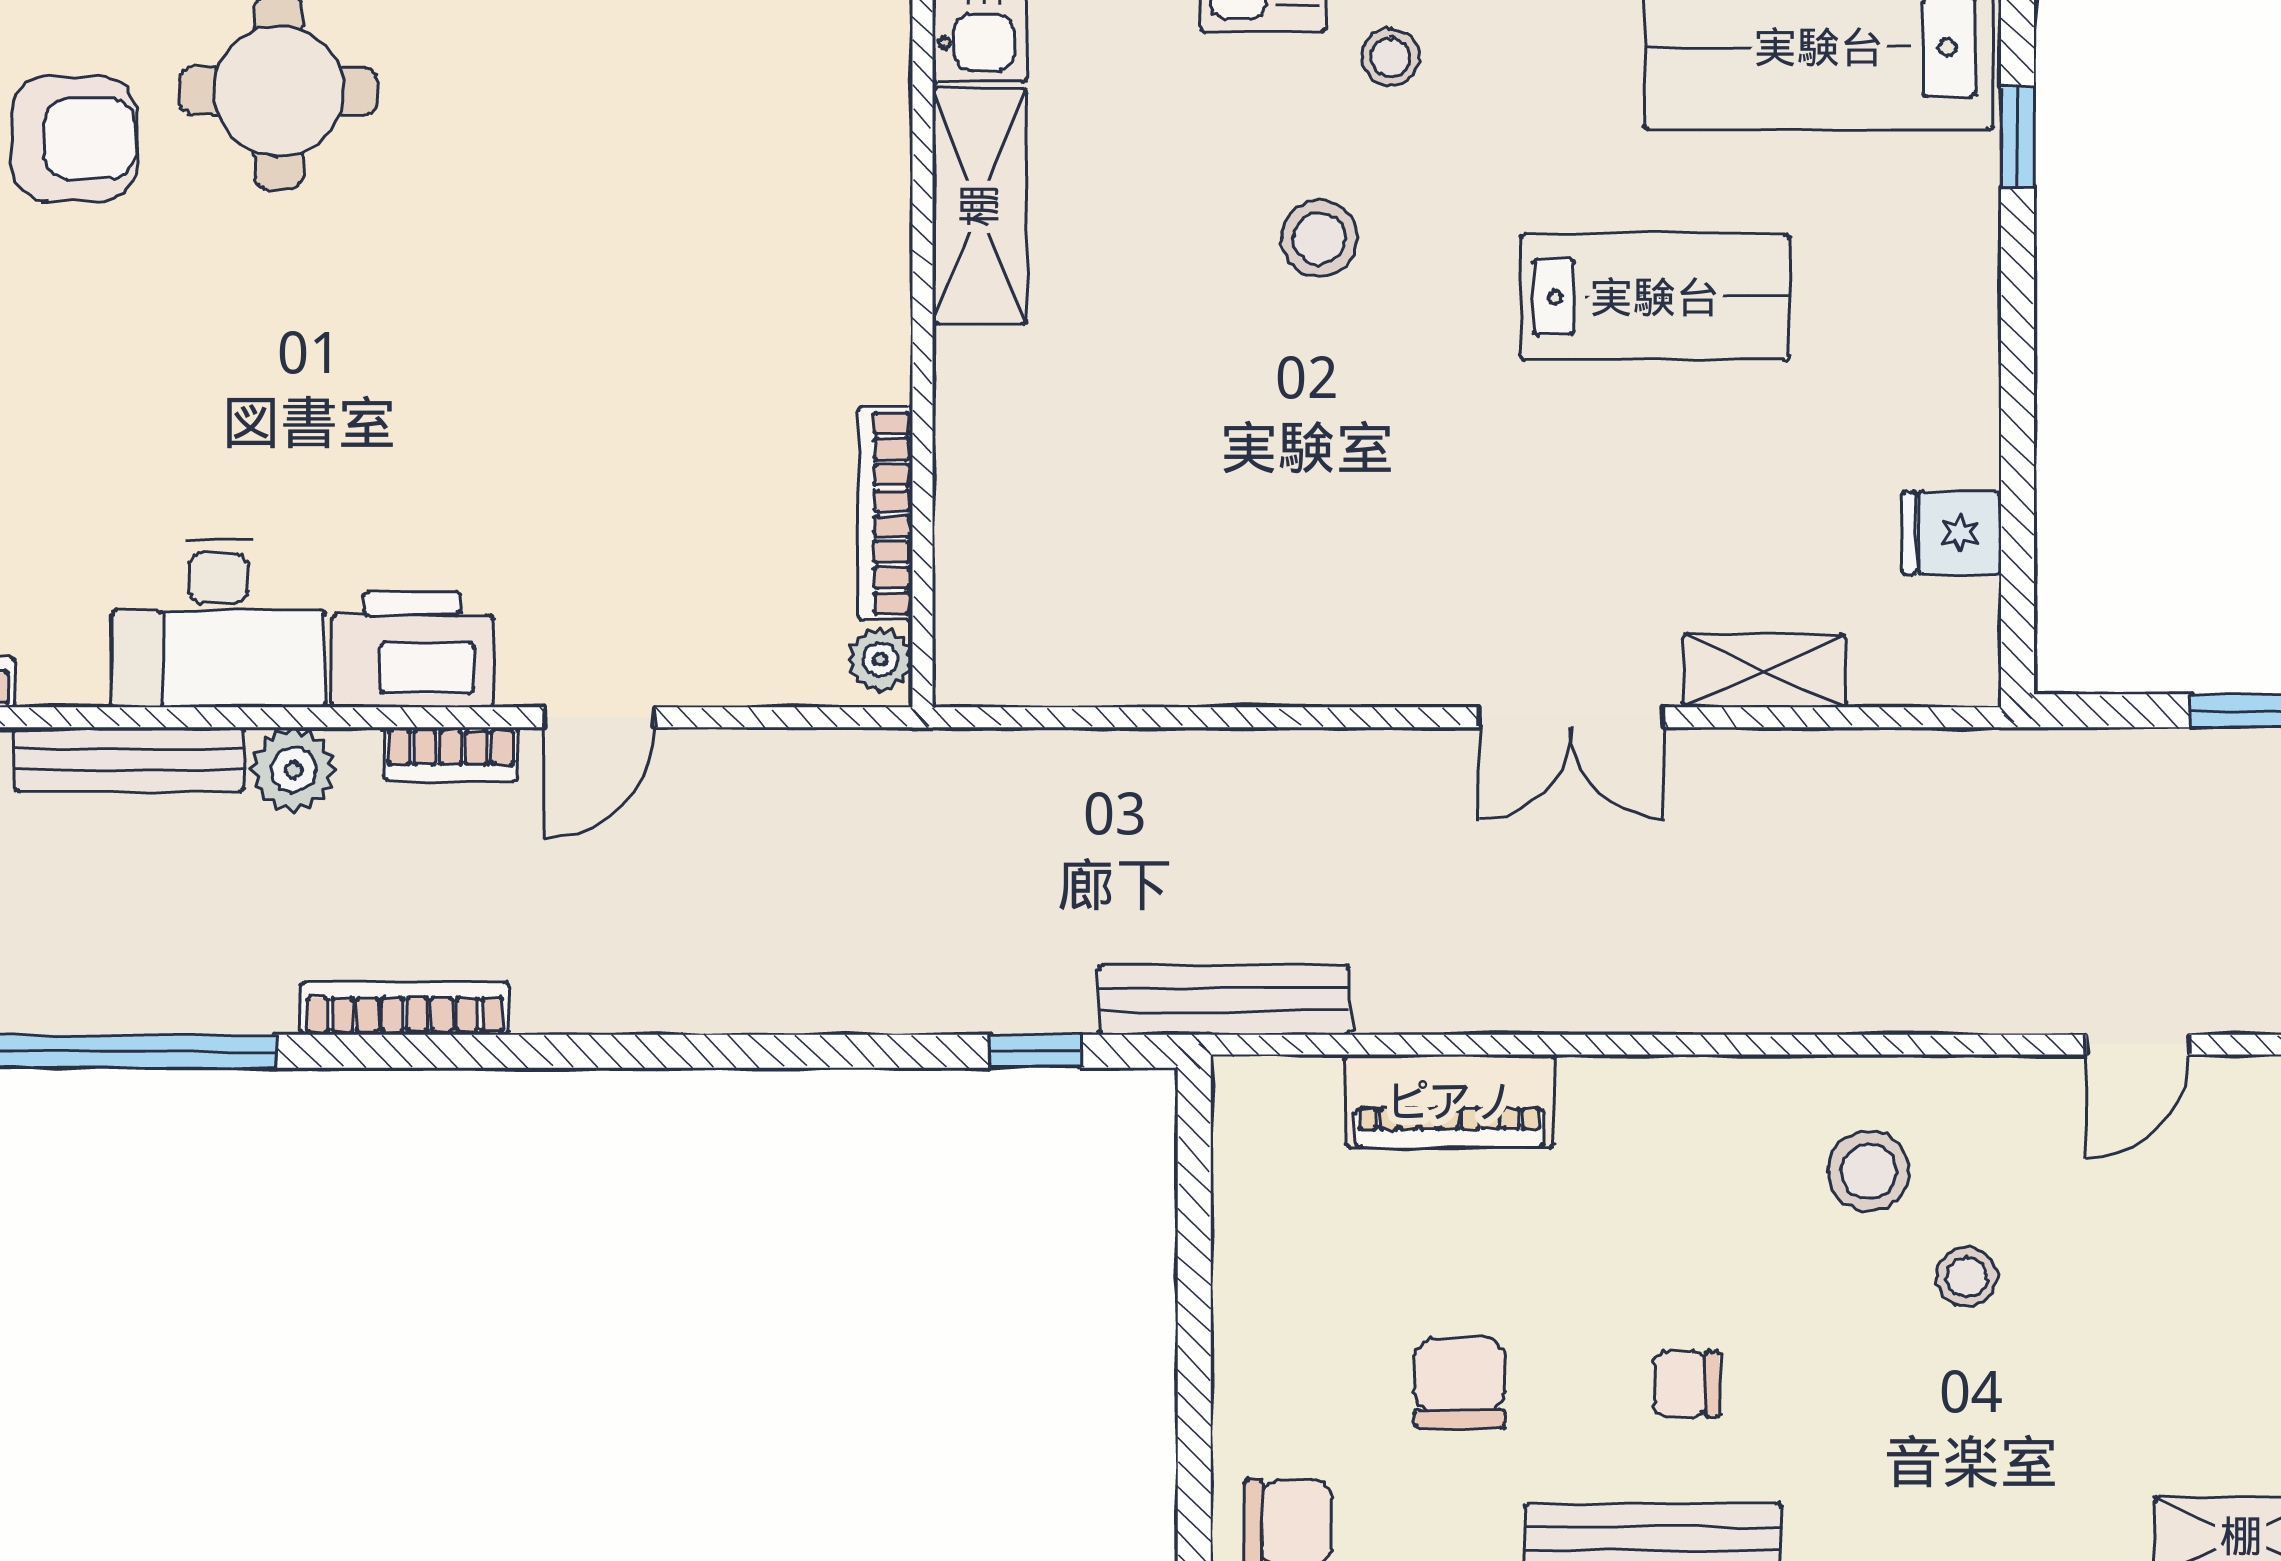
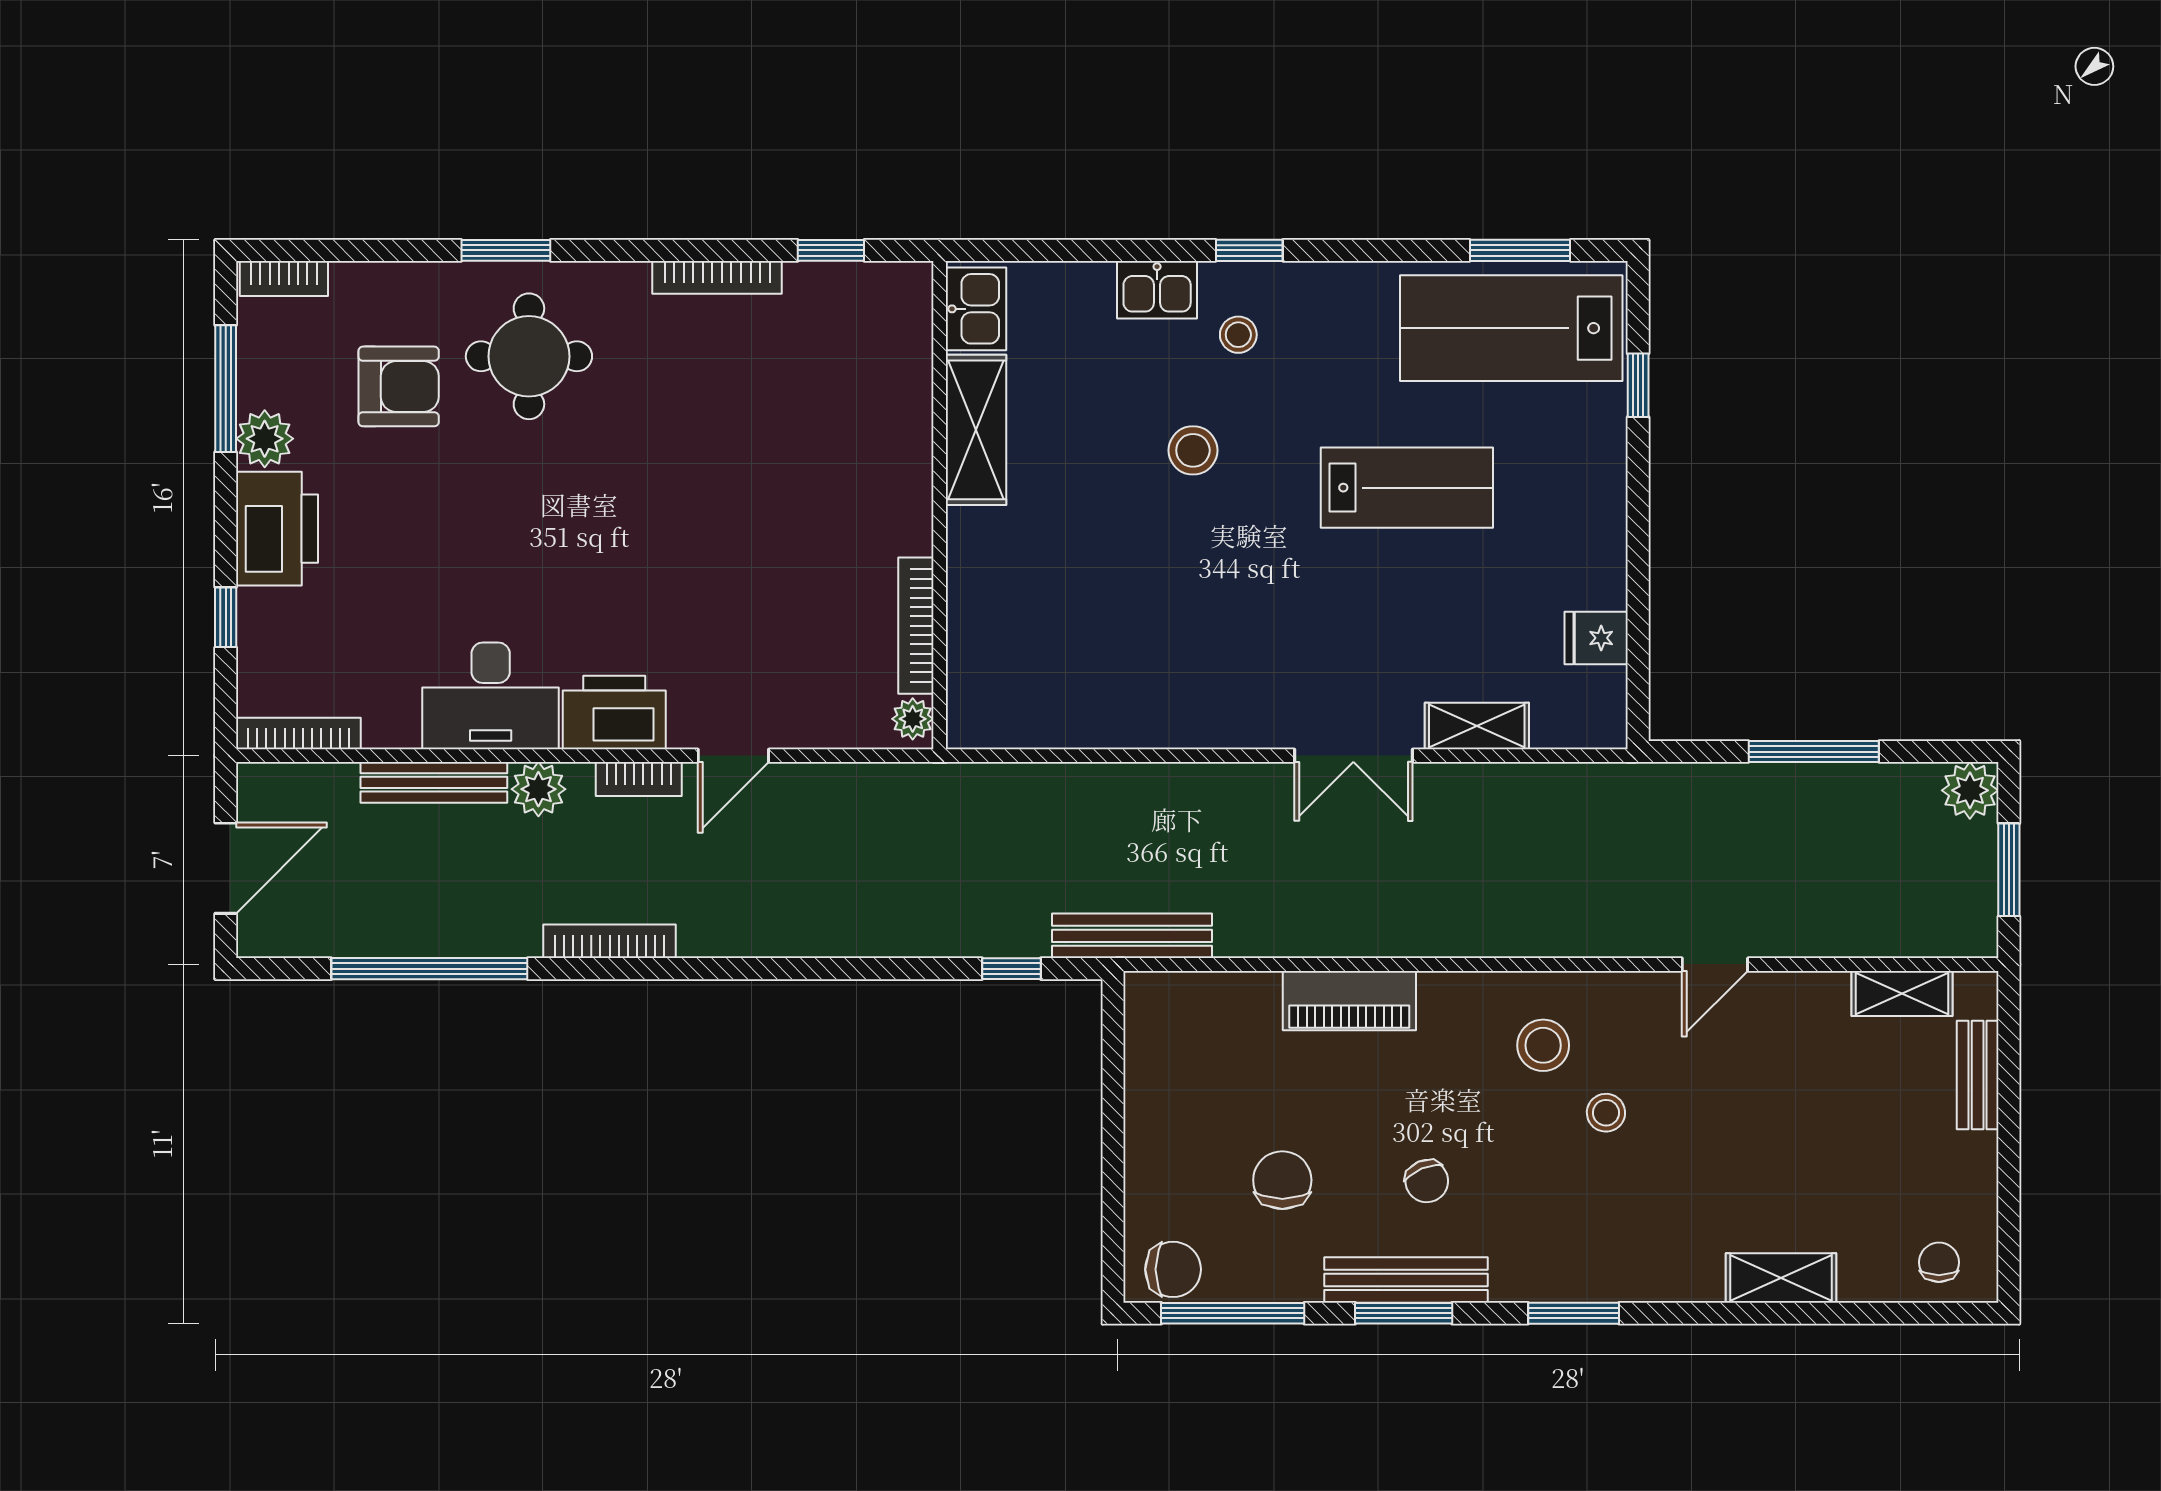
piano: (1450, 1101) -> (1349, 1001), moved
chair: (1686, 1384) -> (1427, 1181), turned -113

